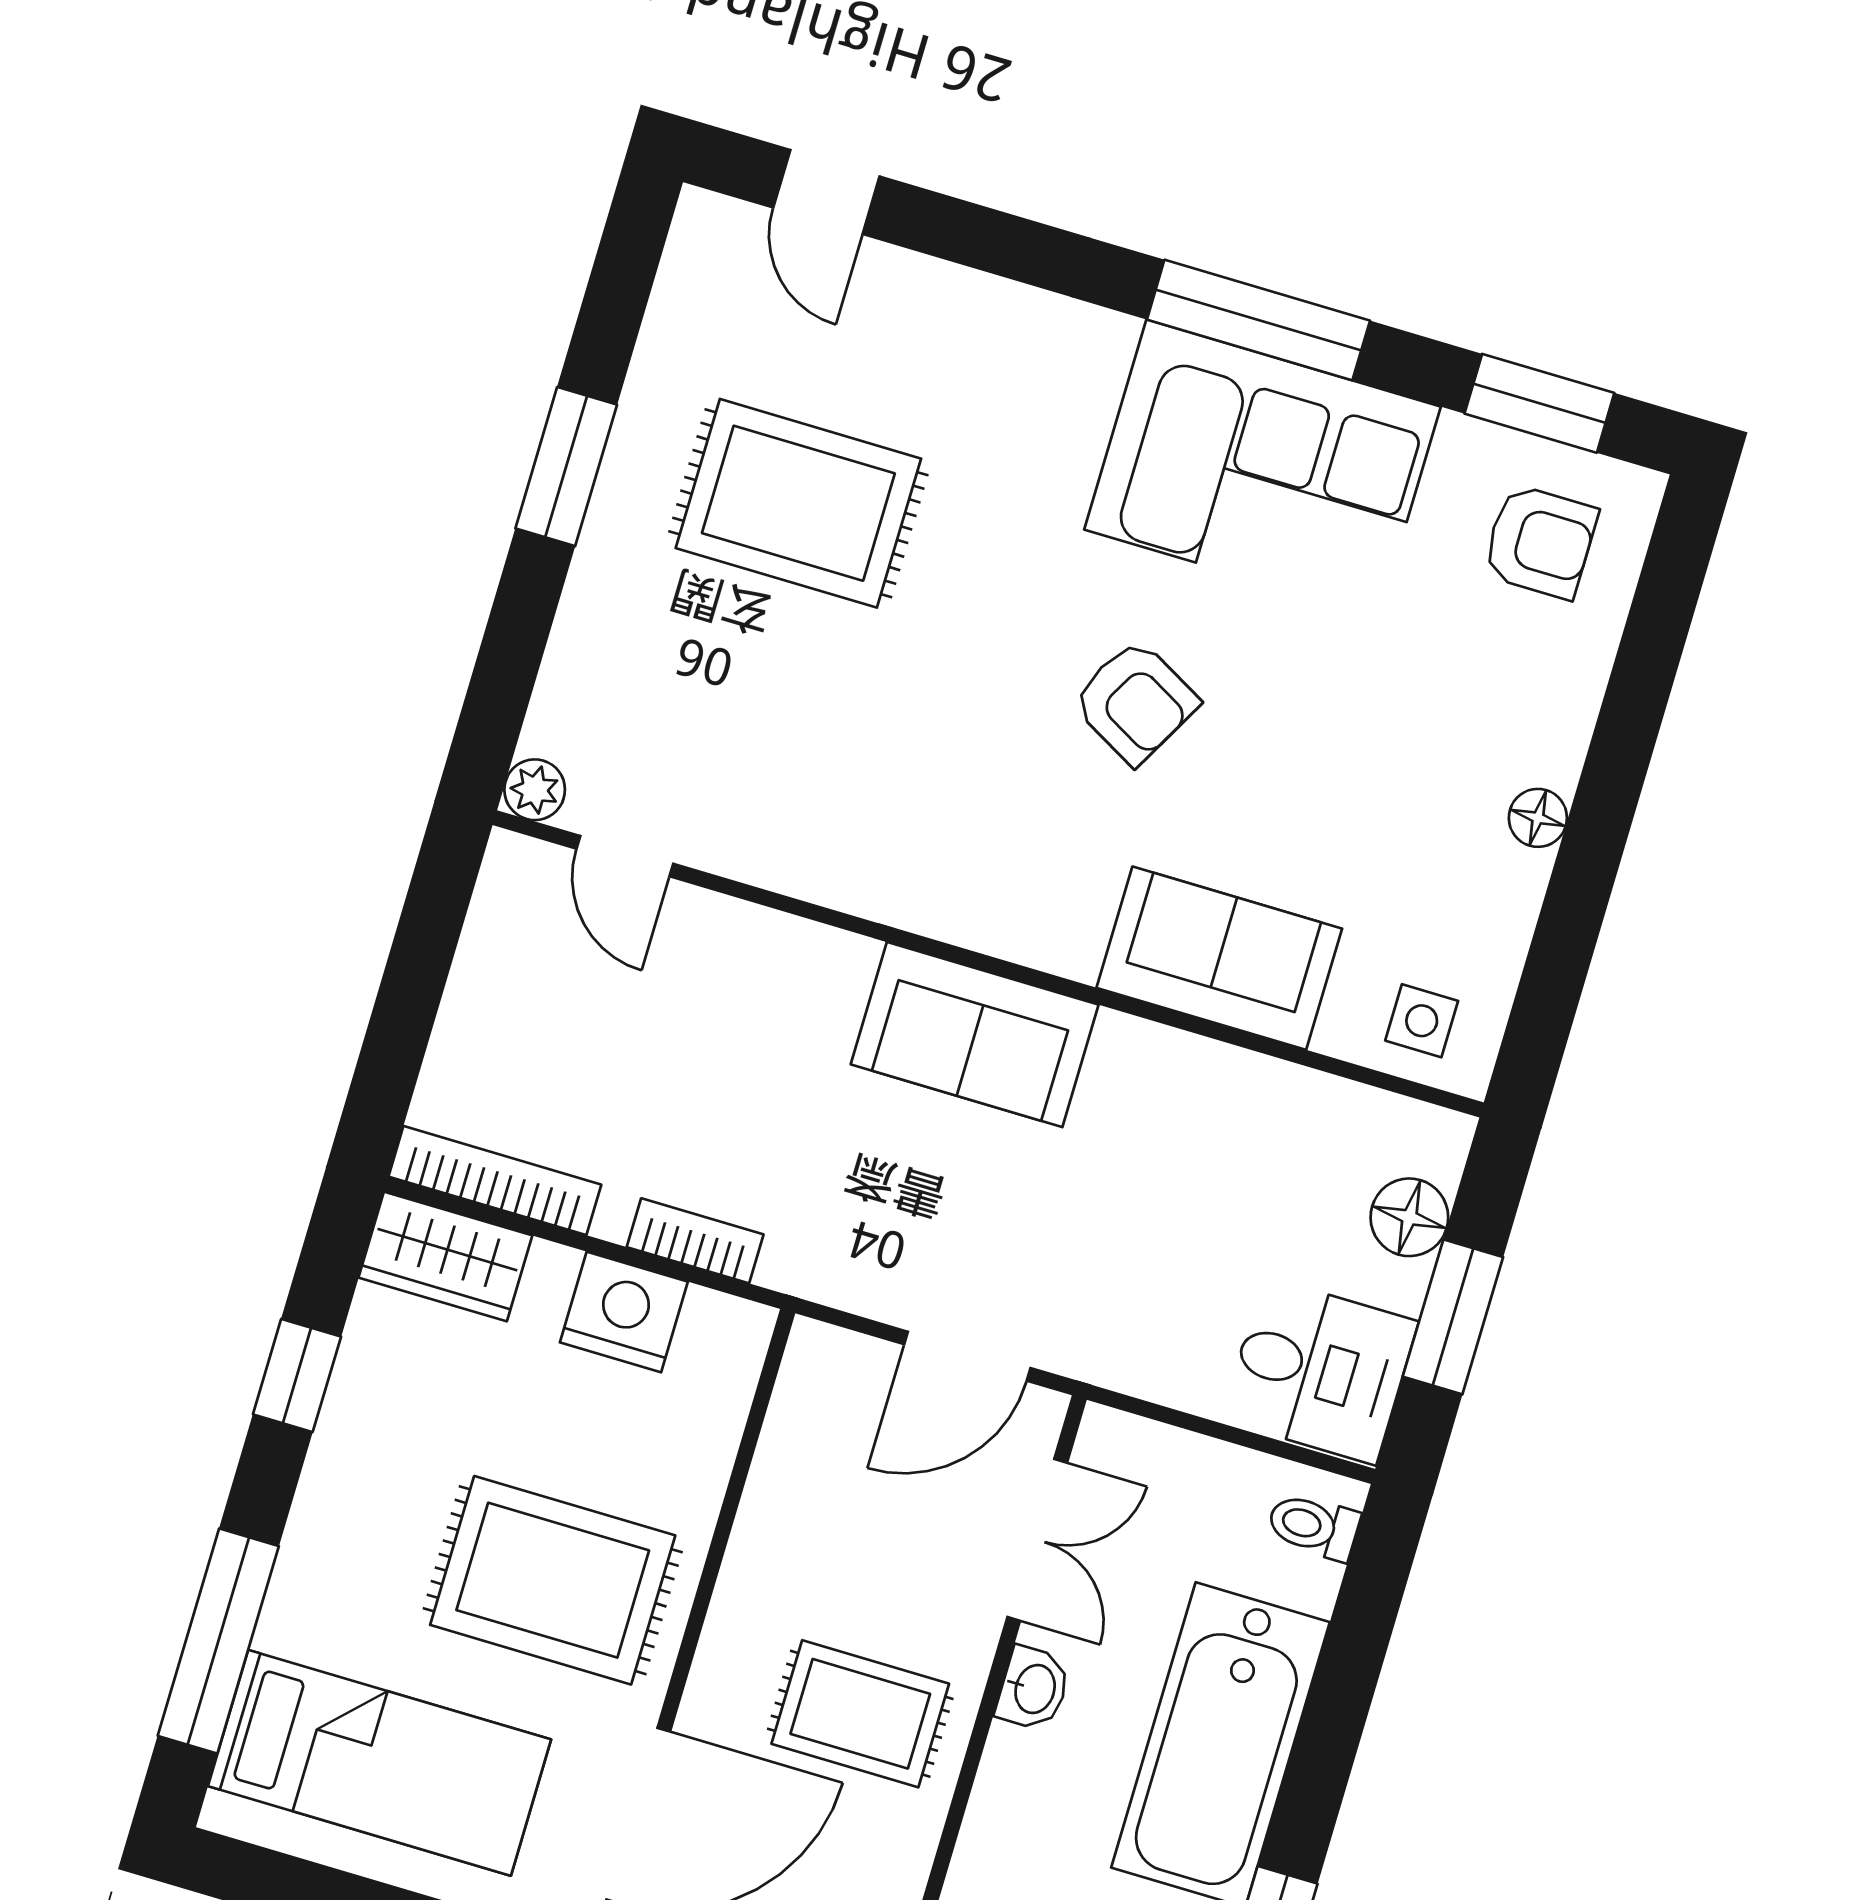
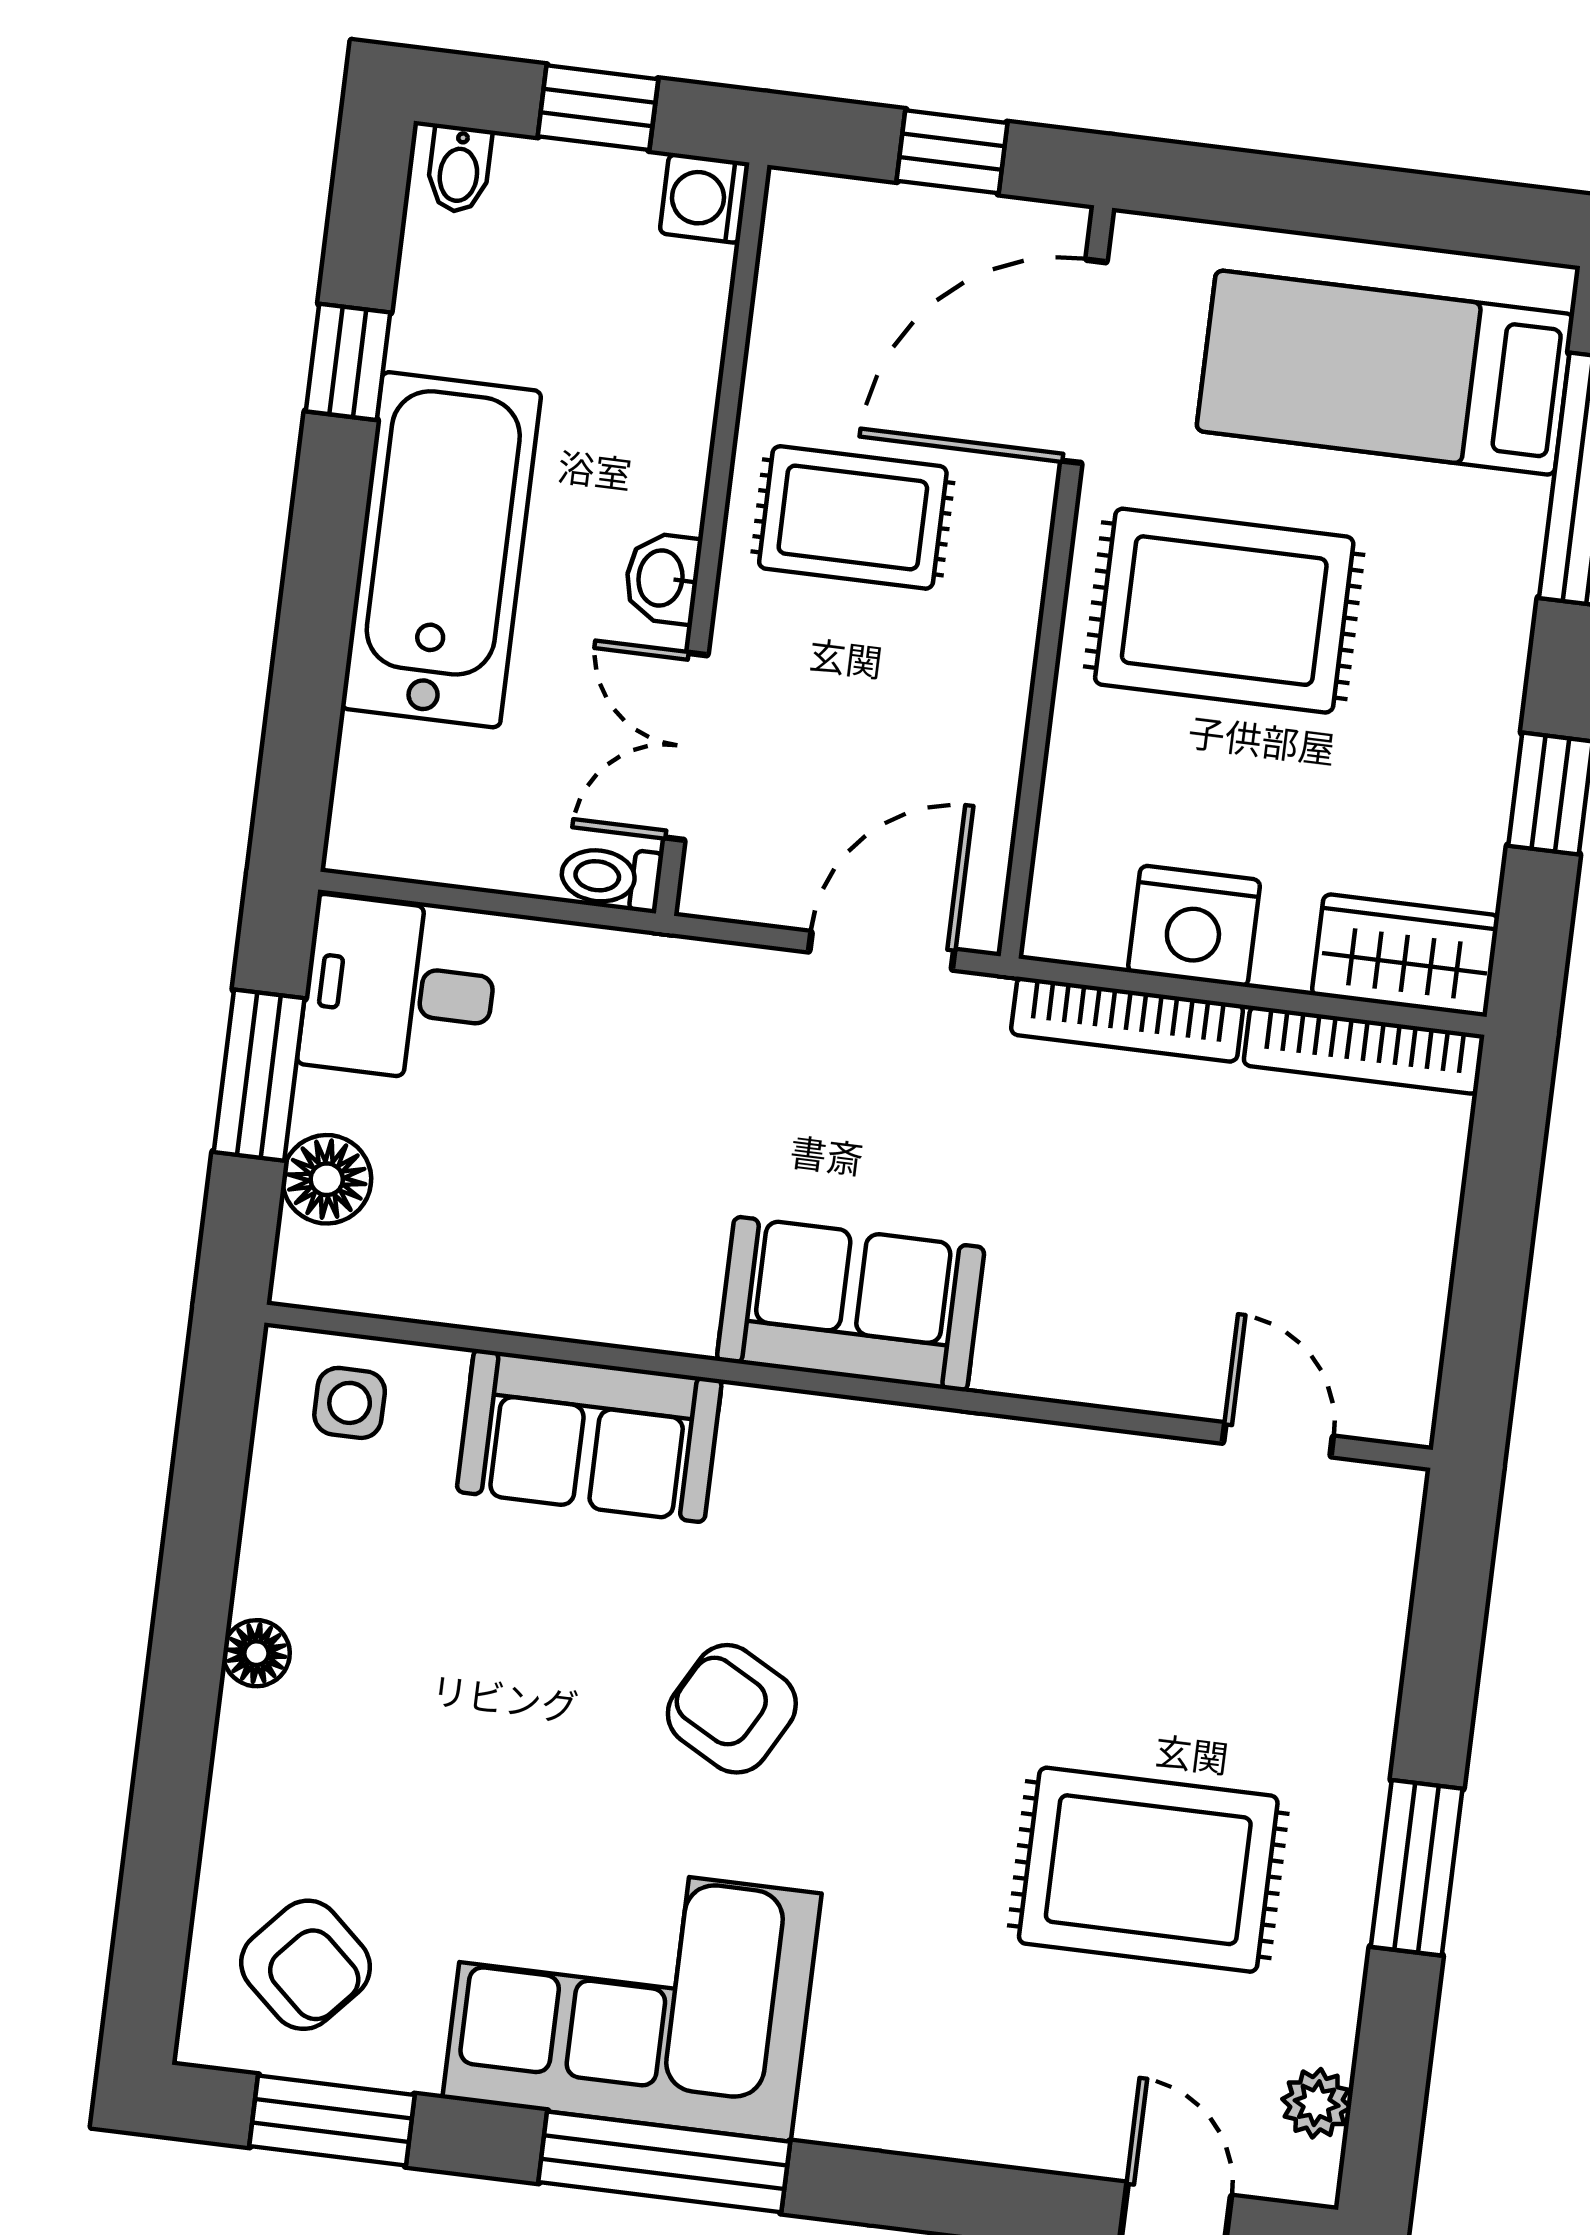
armchair: (1540, 542) -> (306, 1965), turned -138
plant: (535, 790) -> (1317, 2103), moved
bookcase: (695, 1241) -> (1127, 1020), width x1.56
door: (967, 1356) -> (882, 951), moved
toilet: (1313, 1526) -> (611, 877), moved, turned 180

